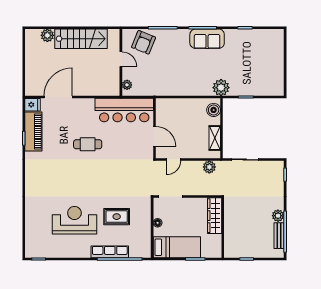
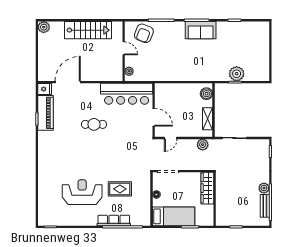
plant: (47, 35) -> (44, 27), moved
plant: (221, 88) -> (237, 74), moved

